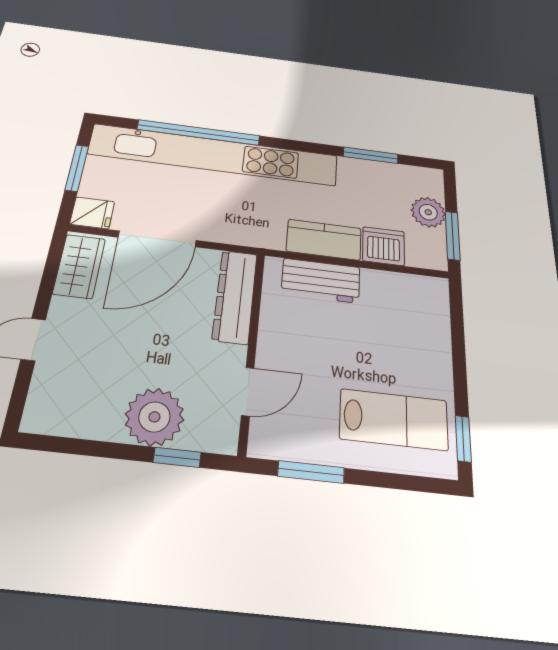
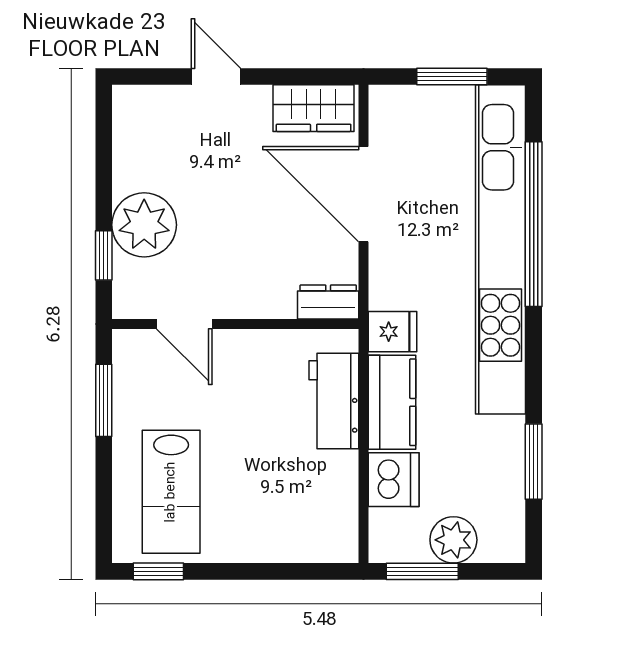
fridge: (92, 213) -> (393, 332), moved, turned -90
dresser: (235, 296) -> (328, 302), width x0.51, depth x0.80

